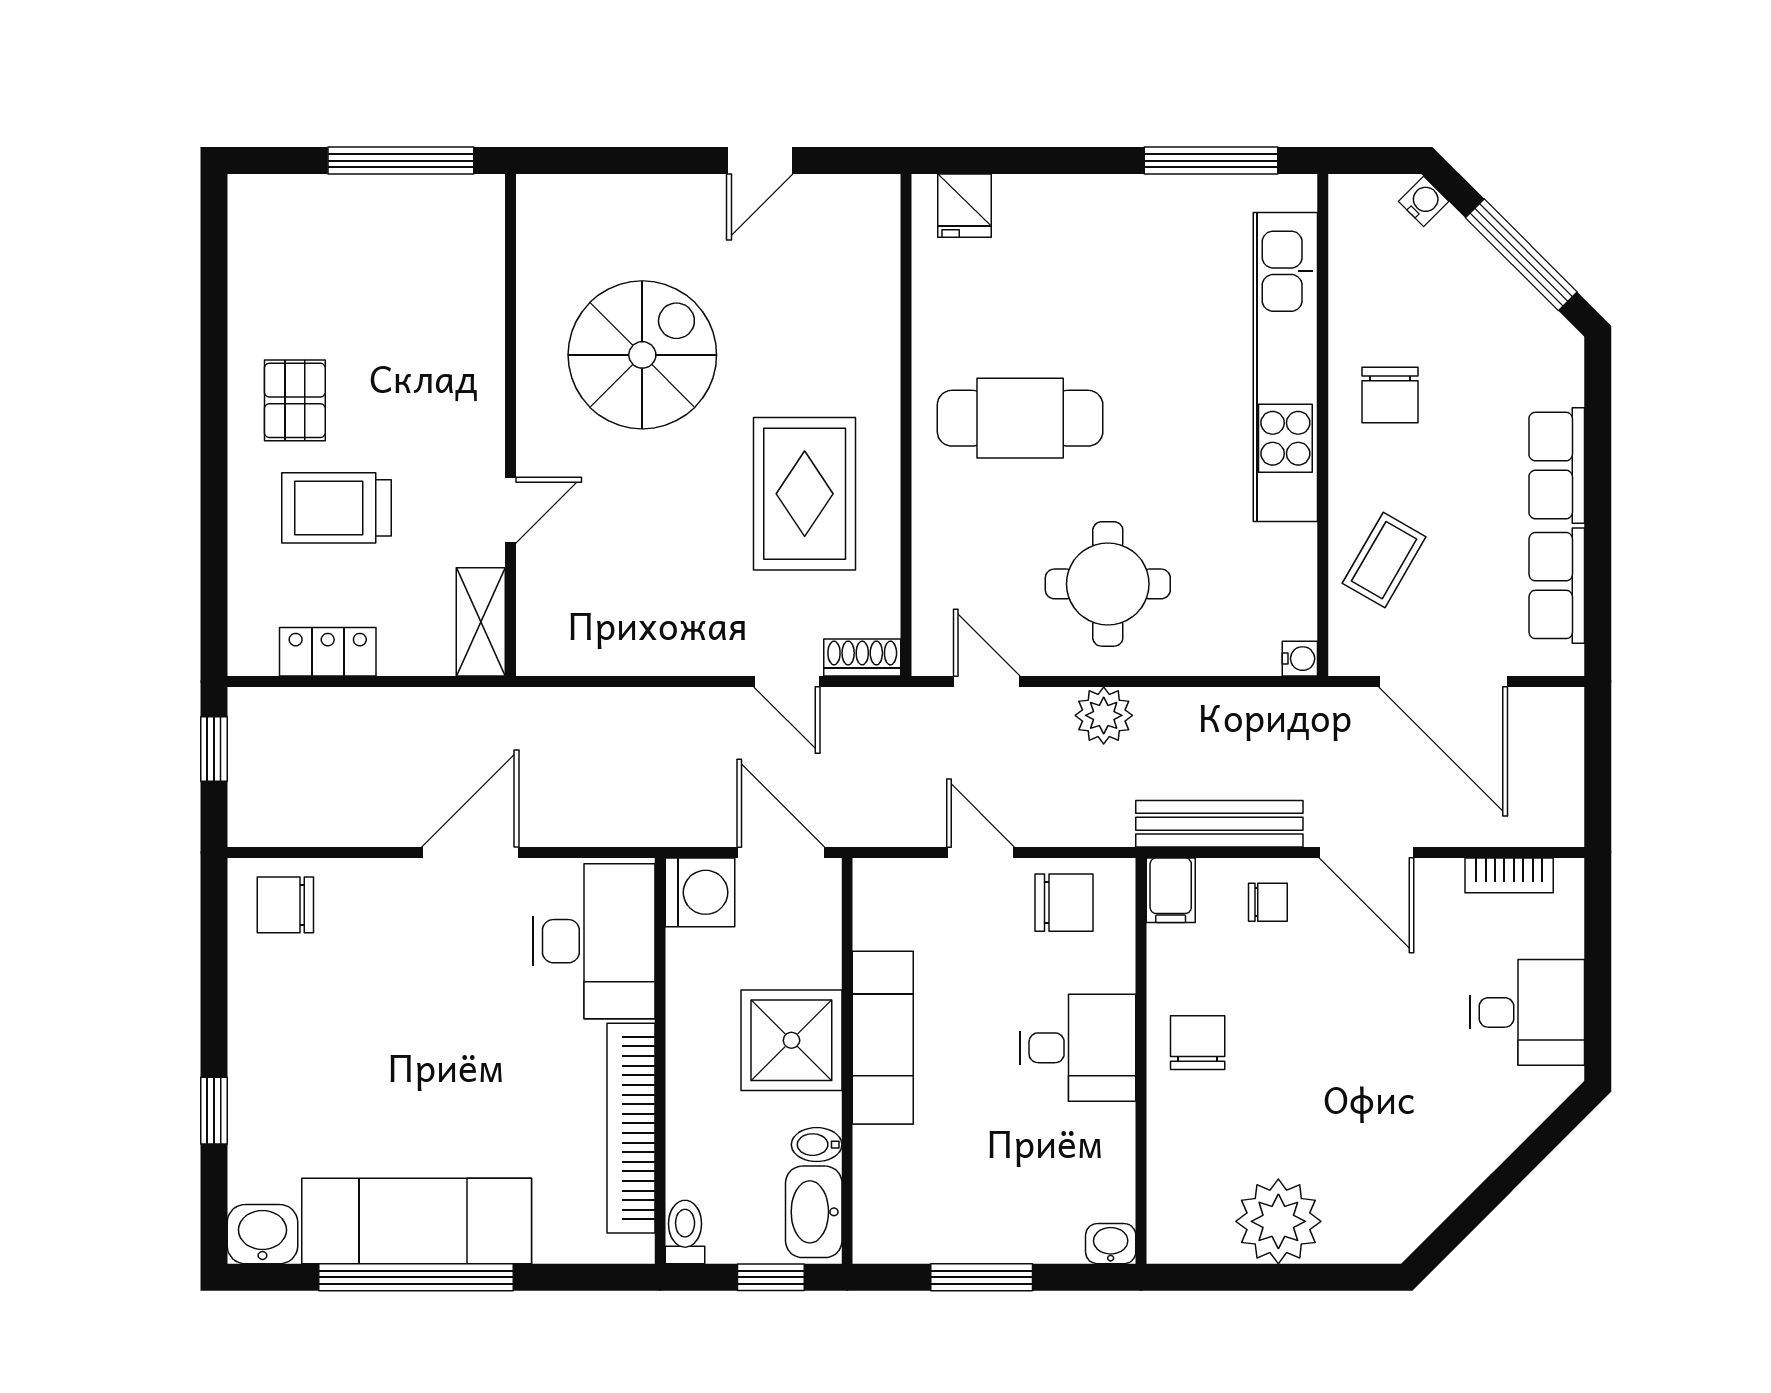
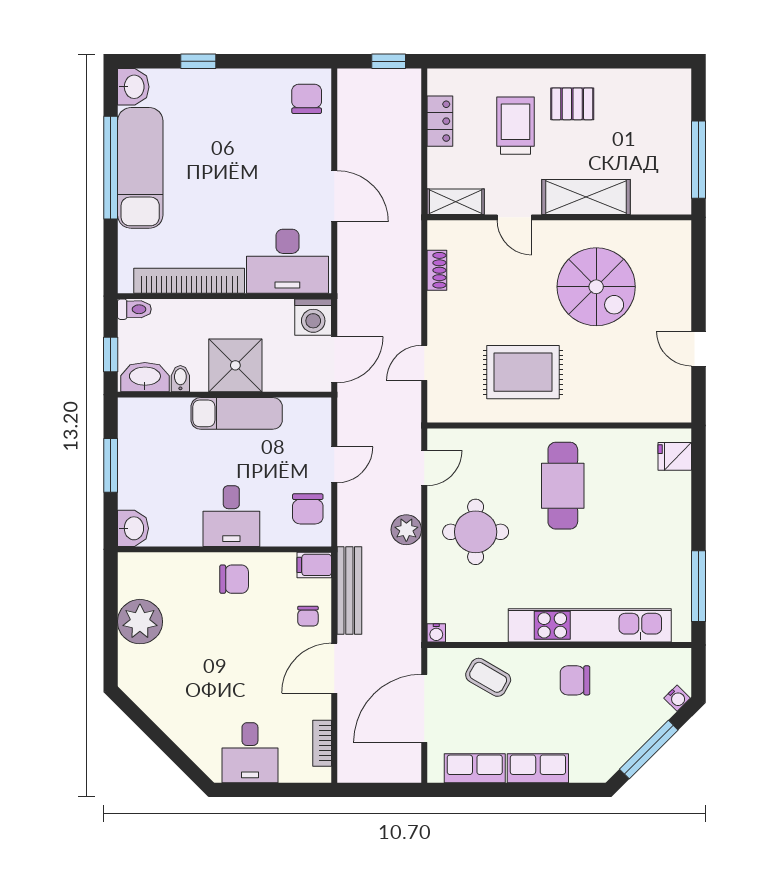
shelving: (472, 374) -> (586, 197), added
shoe rack: (862, 657) -> (437, 270), moved
washbasin: (1111, 1244) -> (133, 528), width x1.38, depth x1.45

